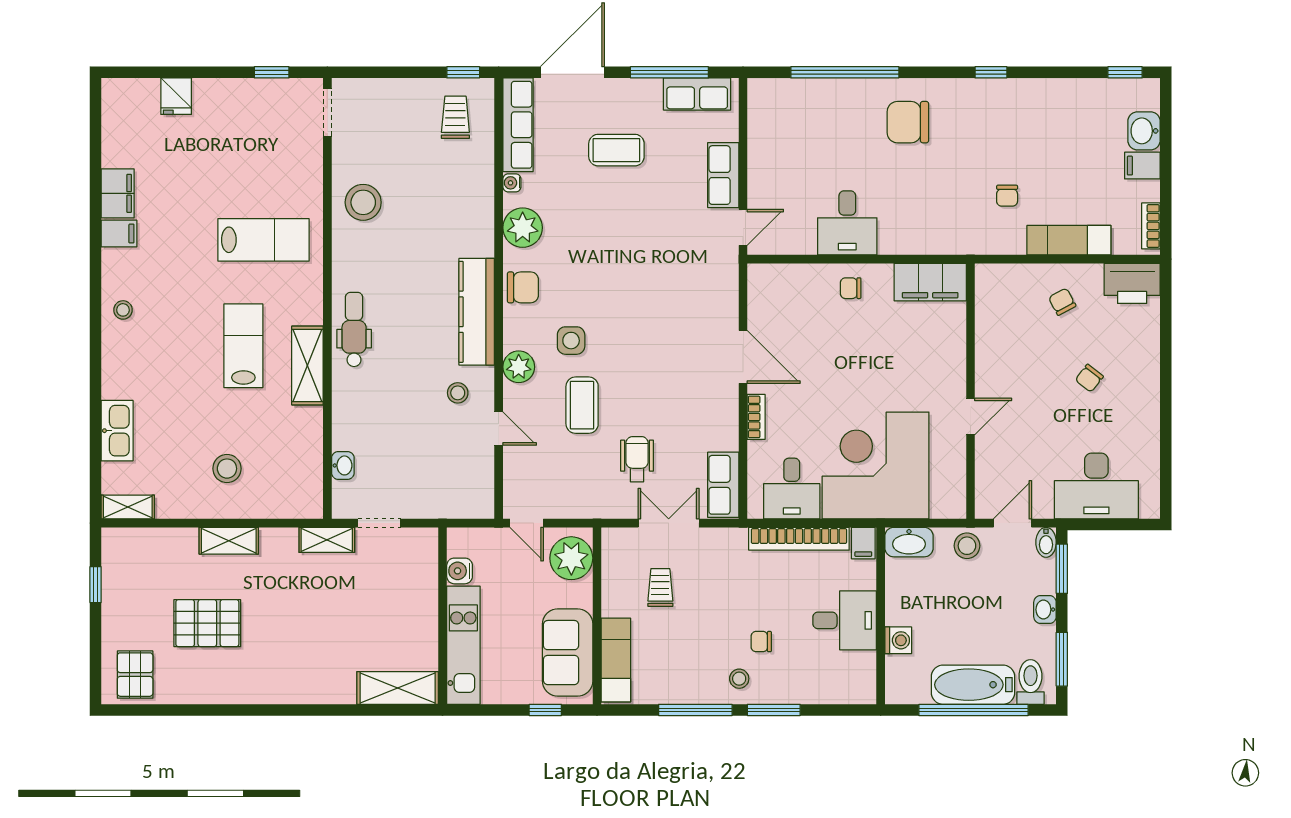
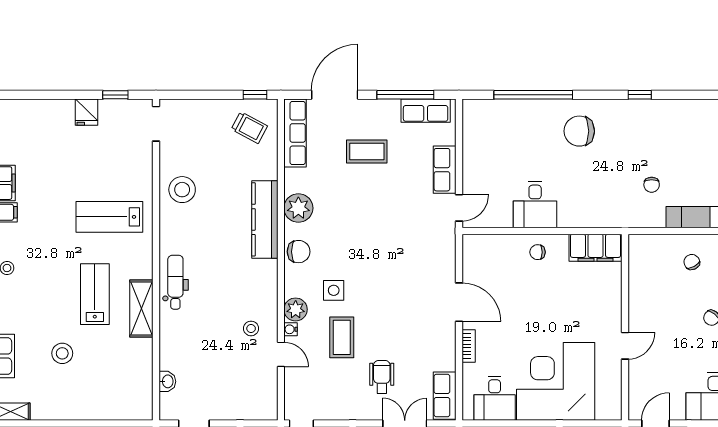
fridge: (176, 96) -> (87, 112), moved
trolley: (455, 117) -> (249, 128), turned 118
water cooler: (512, 183) -> (291, 329), moved
lab bench: (263, 240) -> (109, 217), turned 180
kitchen counter: (477, 312) -> (265, 219), moved
stool: (227, 469) -> (62, 353), moved

